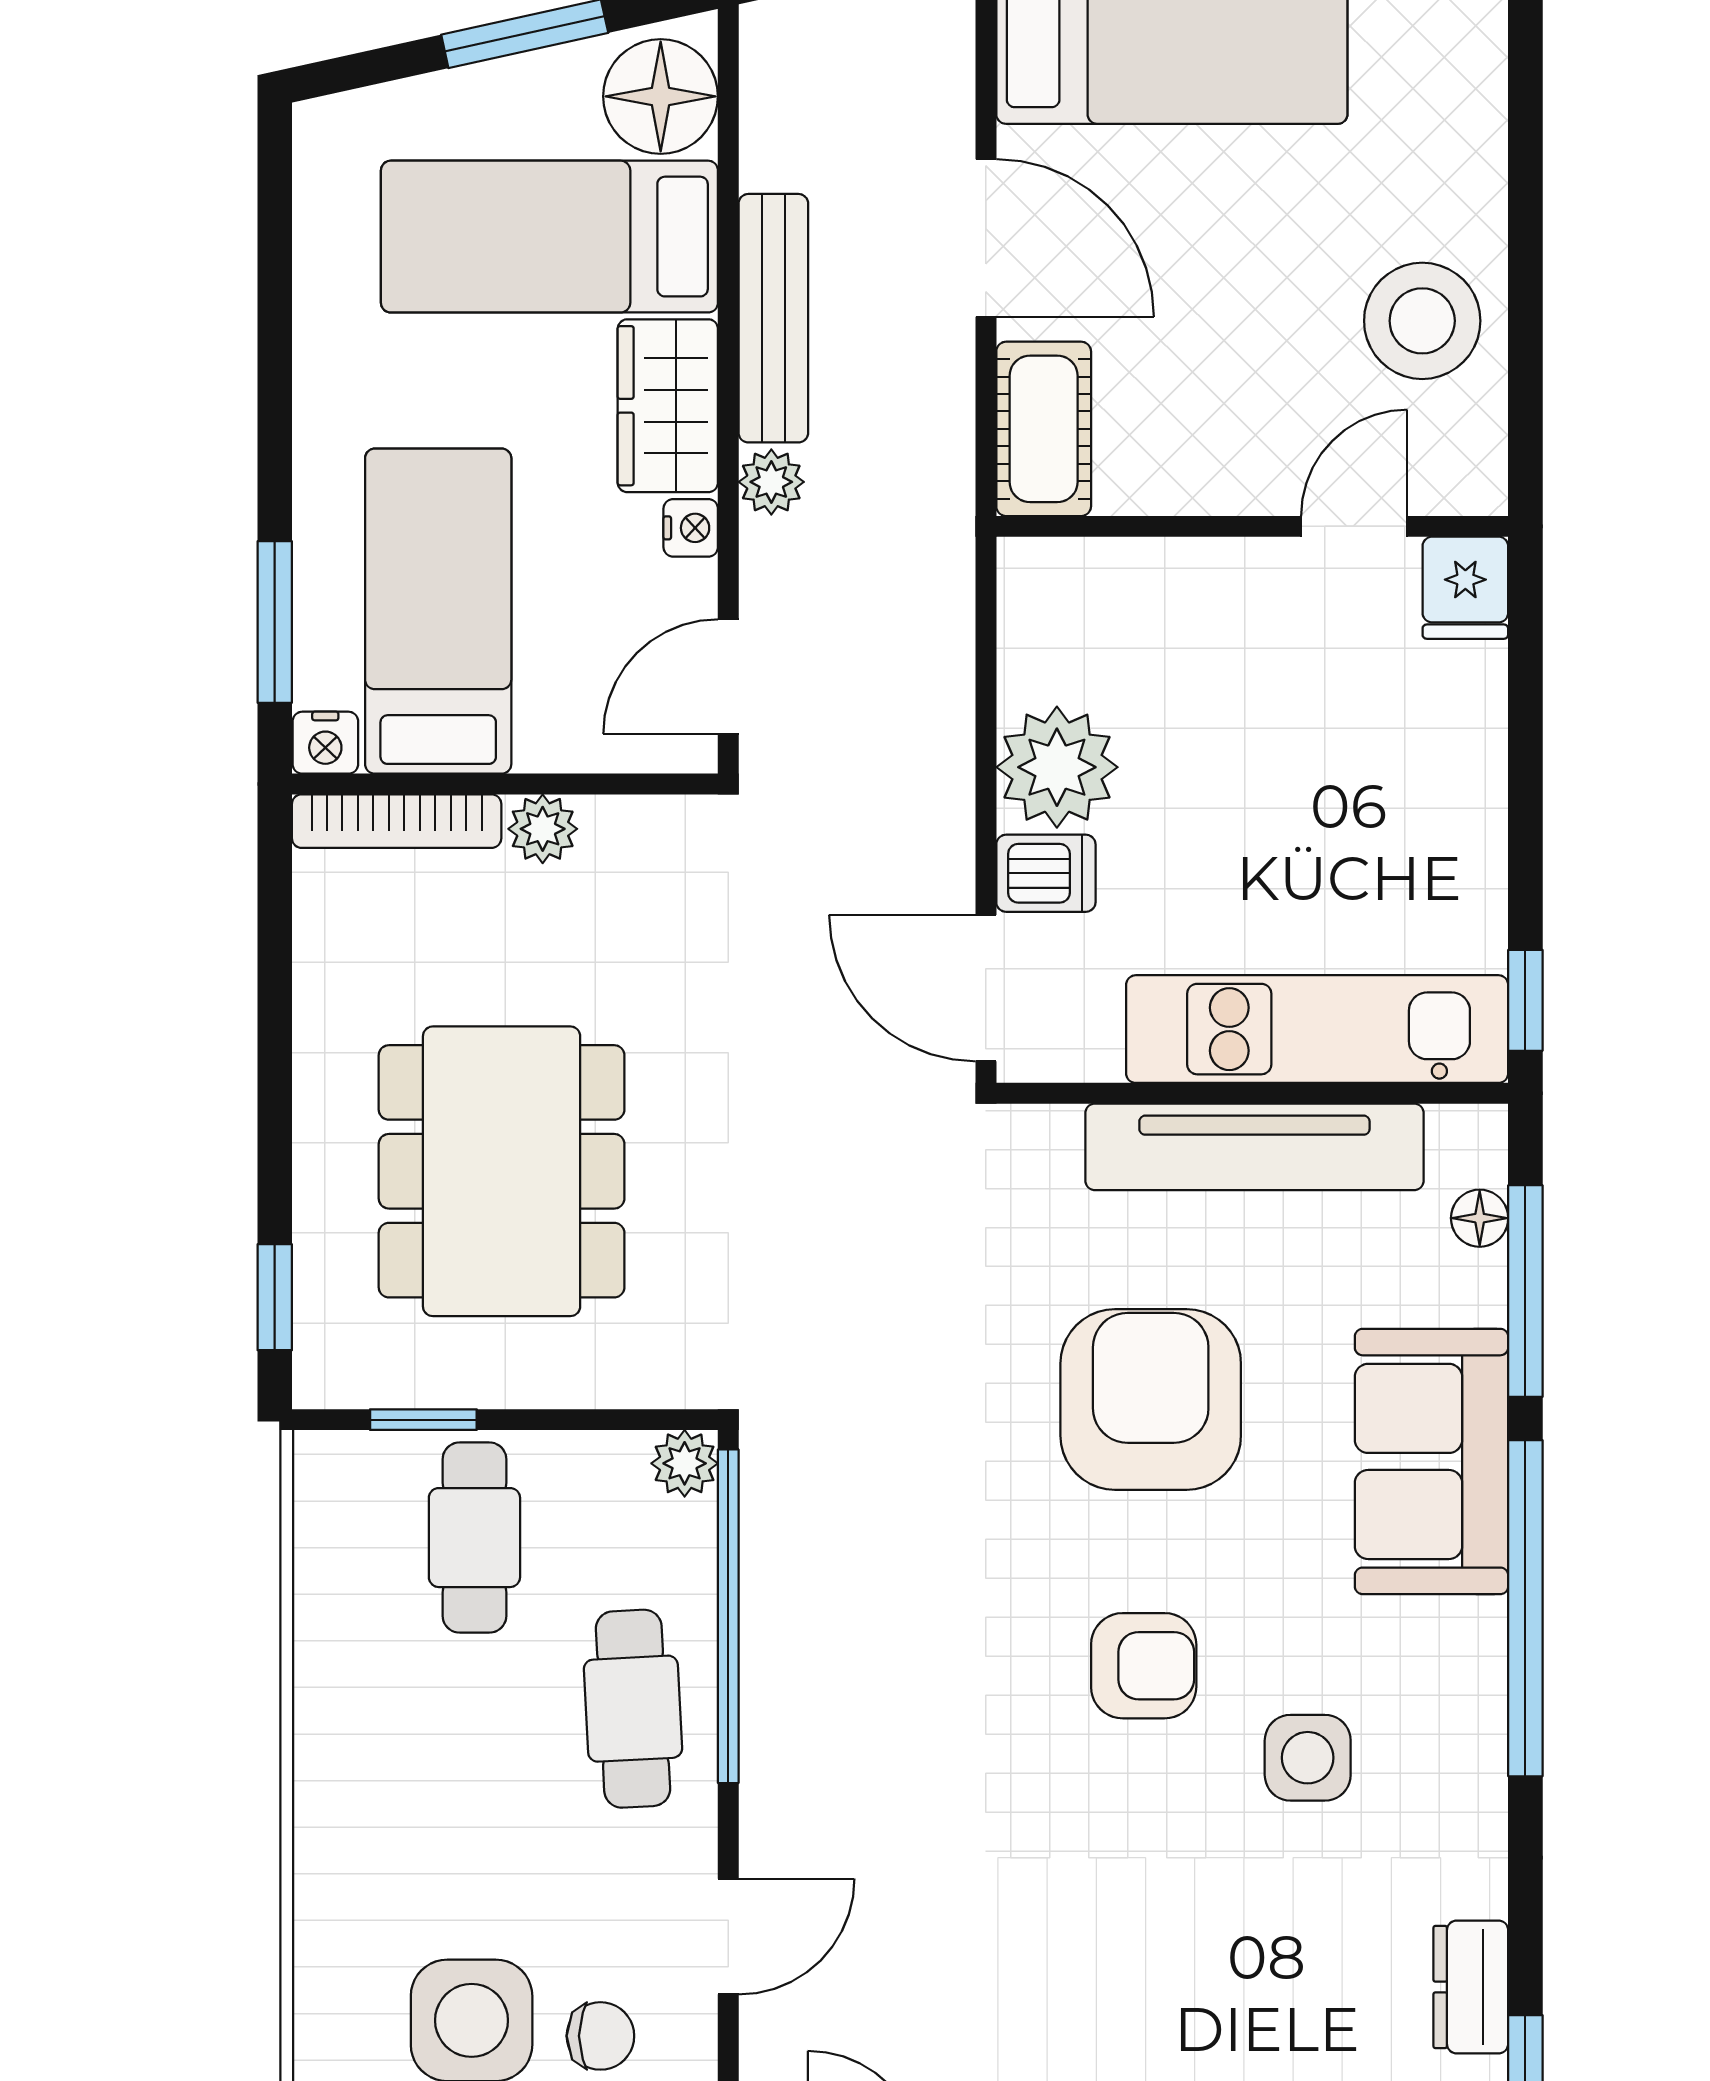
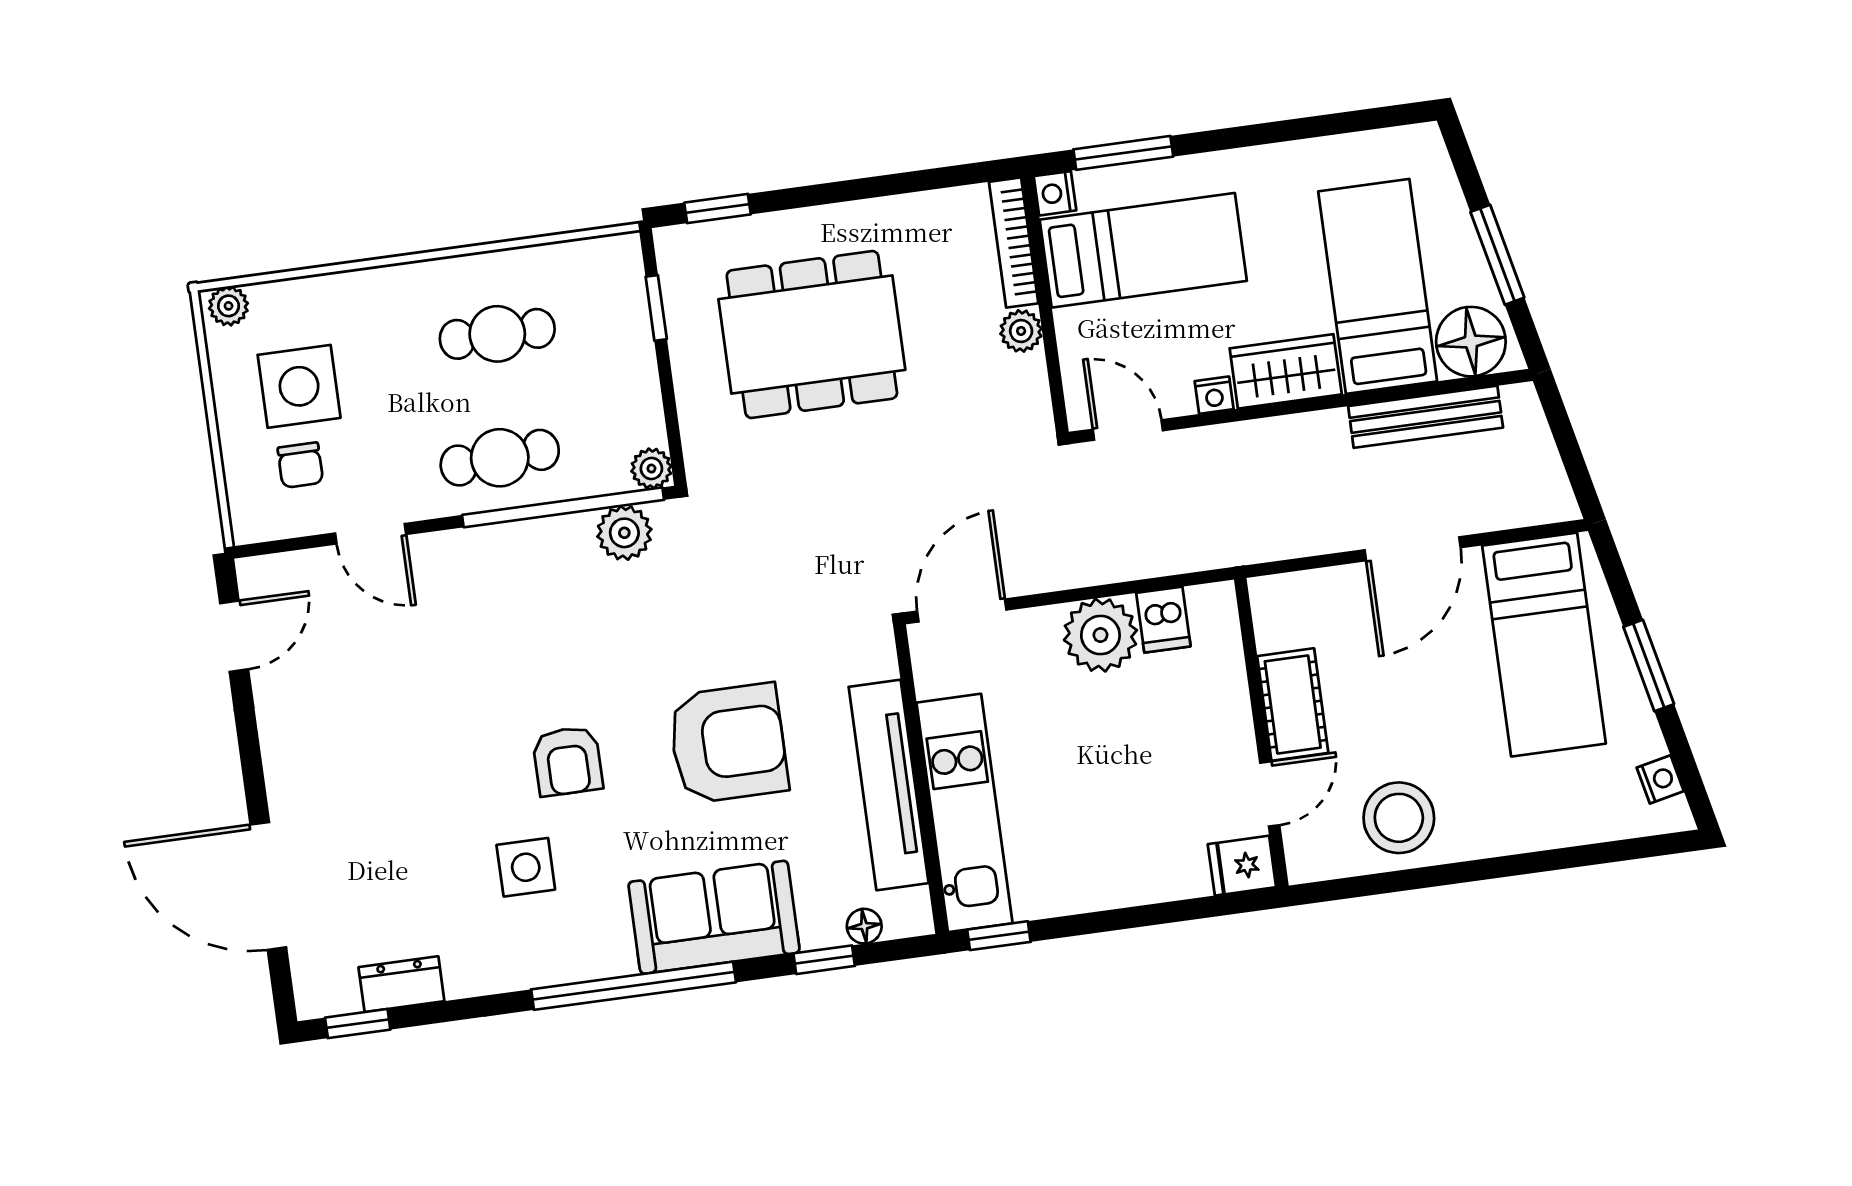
bench: (773, 318) -> (1426, 417), moved
cot: (1044, 429) -> (1293, 704), moved, turned 90
plant: (771, 482) -> (624, 533), moved, width x1.38, depth x1.38
door: (1354, 526) -> (1270, 794), hinge flipped
dishwasher: (1046, 873) -> (1163, 620), moved
window: (1525, 1291) -> (824, 960), width x0.46
cafe table: (474, 1538) -> (497, 334), moved

